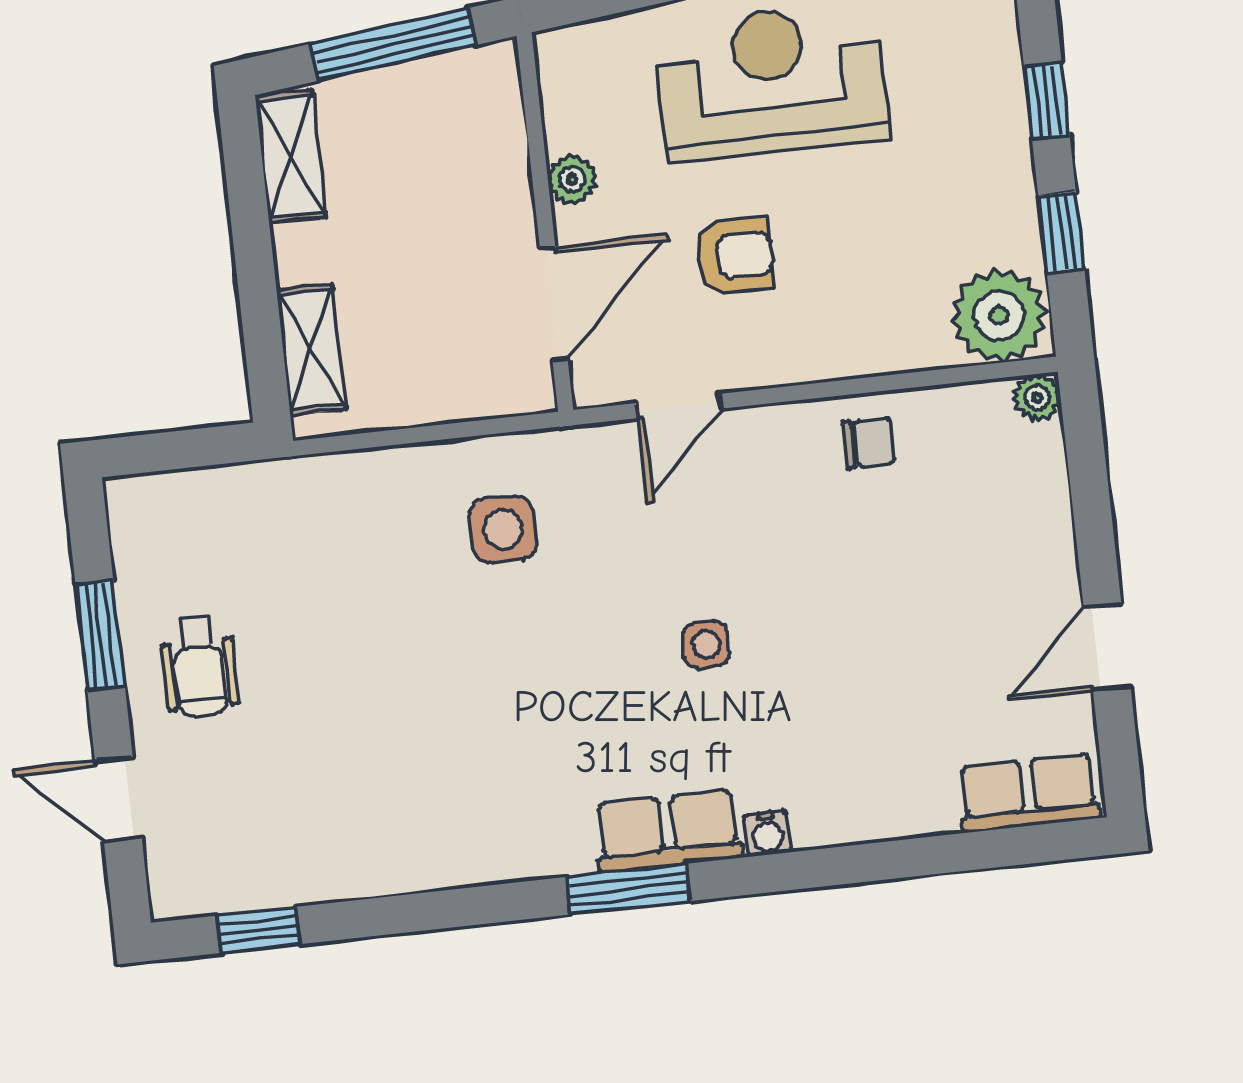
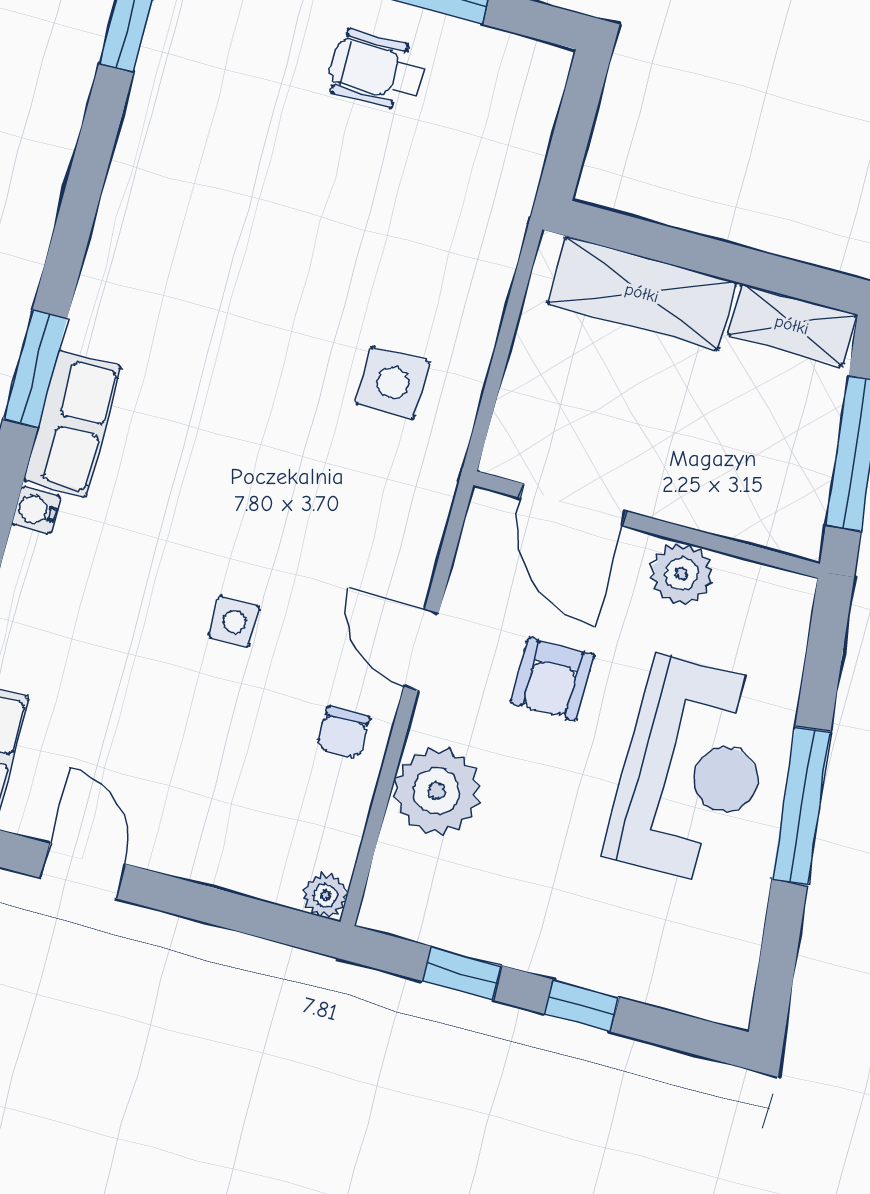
plant: (572, 179) -> (681, 574), width x1.38, depth x1.38
plant: (999, 315) -> (437, 791), moved
shelving: (311, 350) -> (642, 293), width x1.50, depth x1.33
door: (679, 406) -> (422, 649), moved
side table: (706, 644) -> (234, 622), moved

